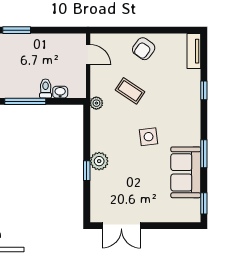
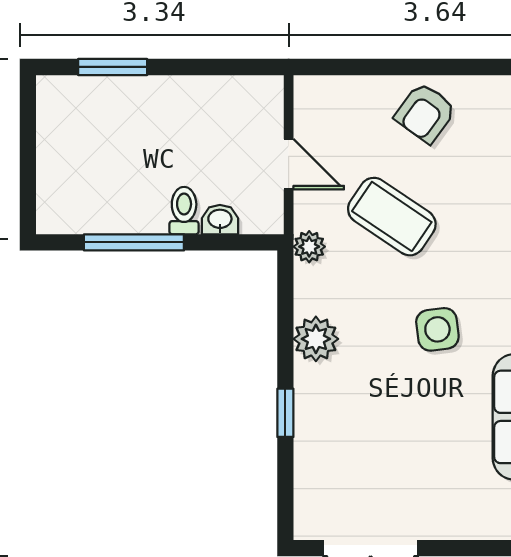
door: (88, 55) -> (289, 164), moved
coffee table: (130, 91) -> (392, 217), width x1.36, depth x1.30
plant: (99, 161) -> (316, 339), moved

